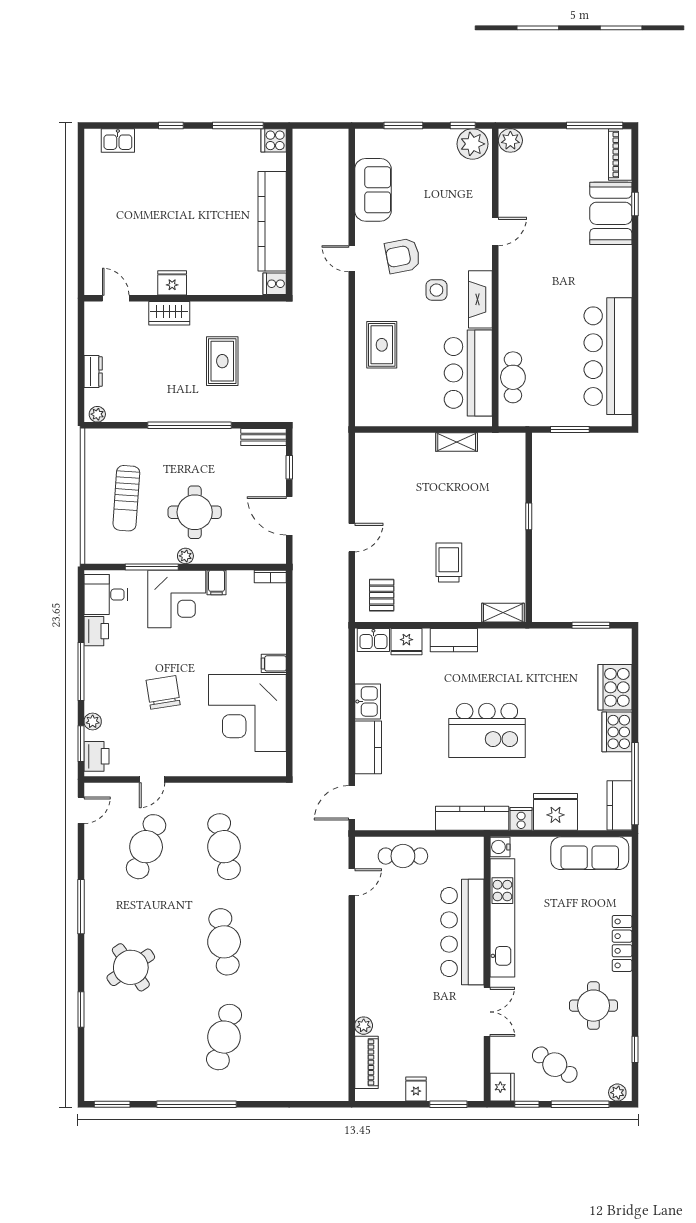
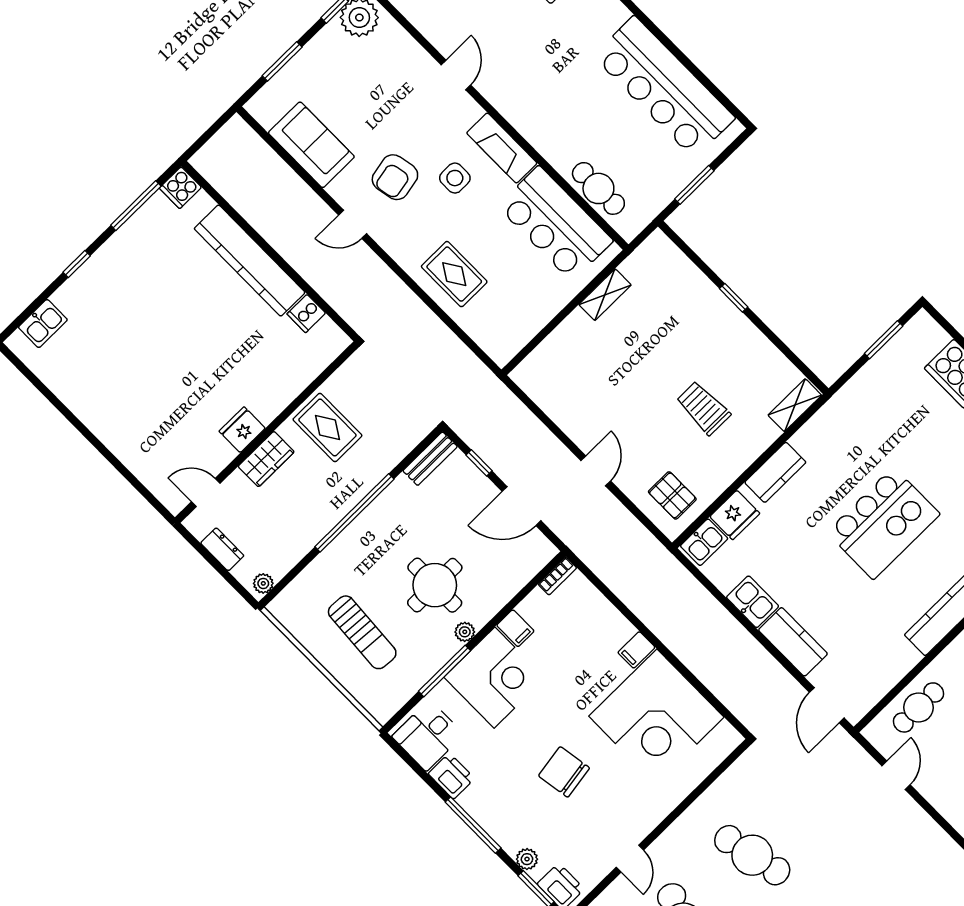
fridge: (172, 283) -> (242, 430), moved
door: (116, 298) -> (206, 493), moved
wall: (185, 298) -> (267, 432), moved
wardrobe: (169, 313) -> (266, 459), moved

